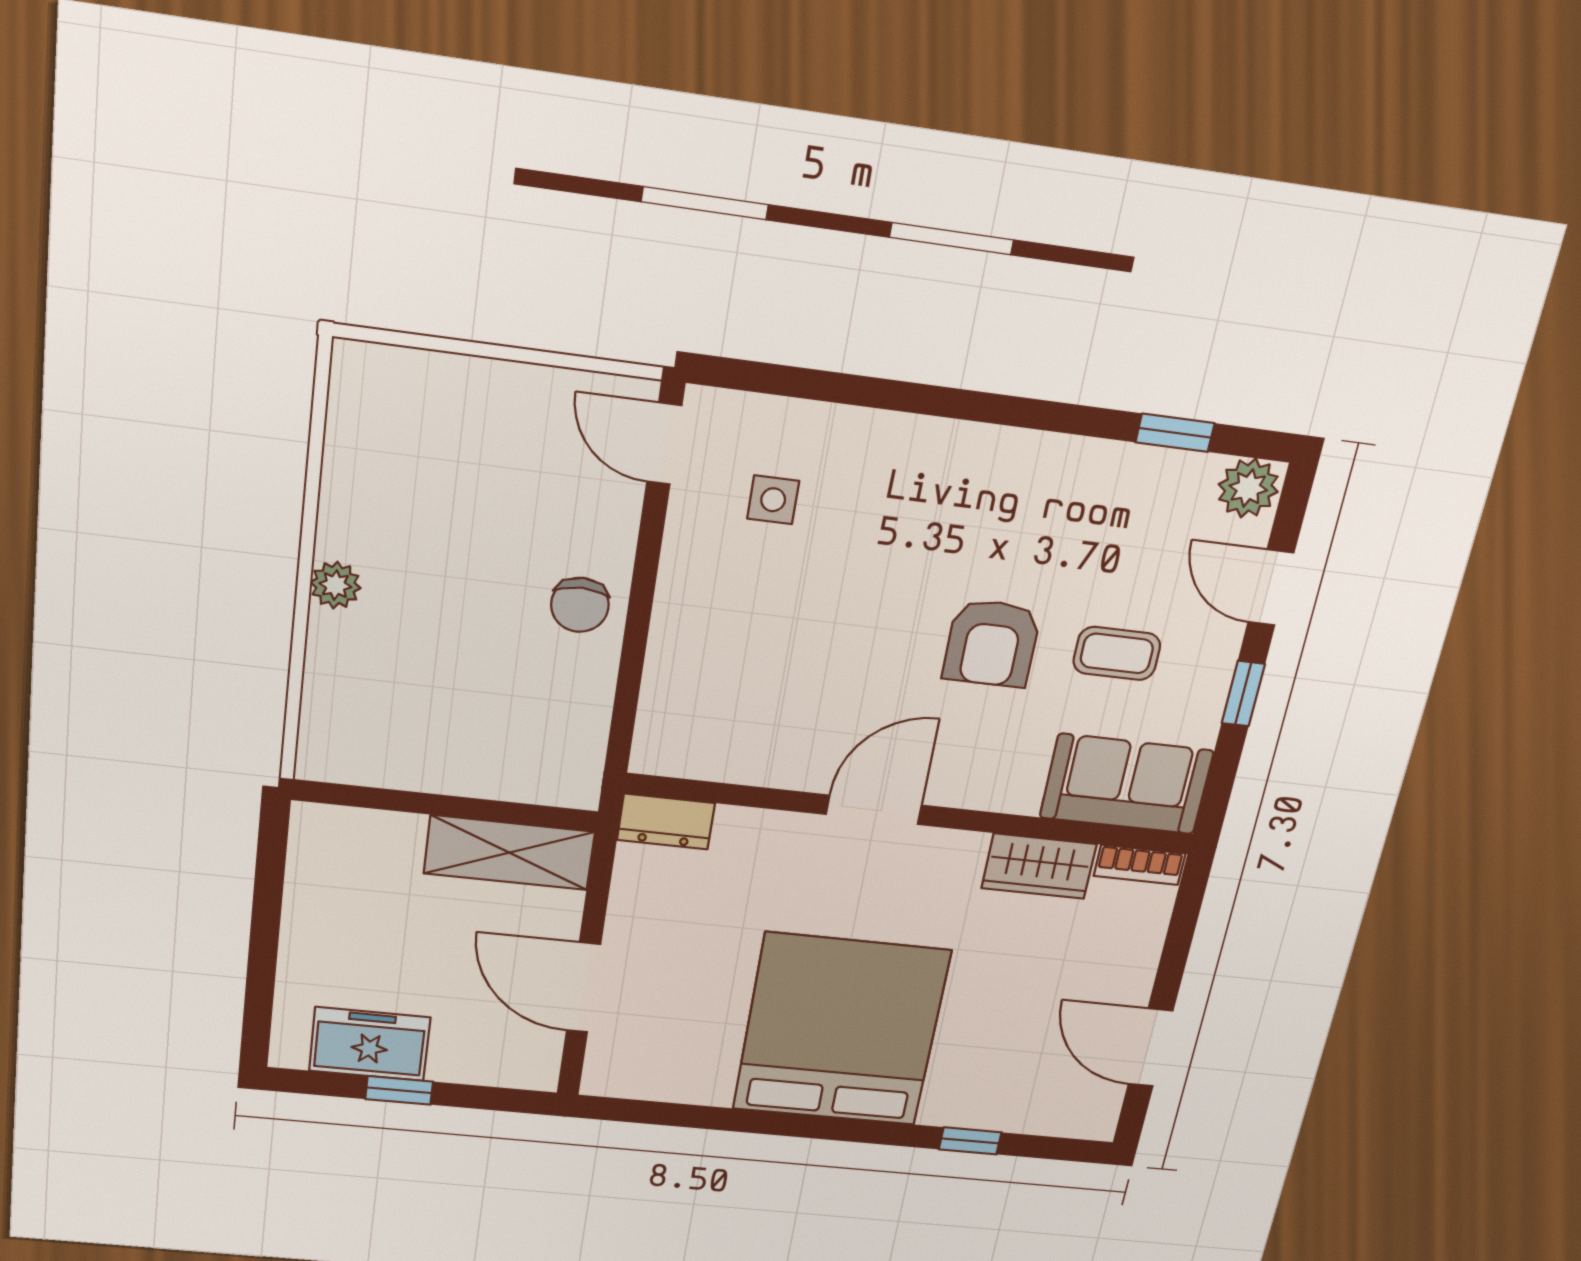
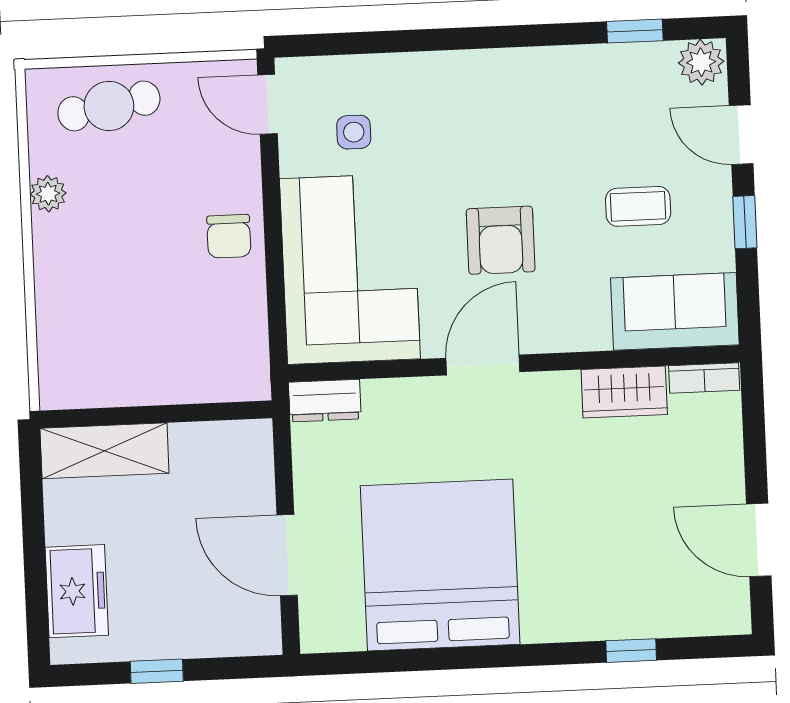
cafe table: (445, 408) -> (109, 106), added
plant: (335, 585) -> (48, 194), moved
armchair: (992, 643) -> (501, 240), moved
corner sofa: (731, 670) -> (350, 269), added
shelving: (509, 853) -> (104, 451), moved
bed: (841, 1030) -> (440, 565), moved
freezer: (370, 1044) -> (77, 591), moved, turned 90

